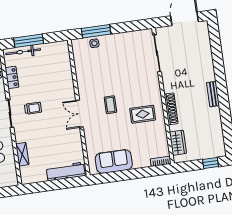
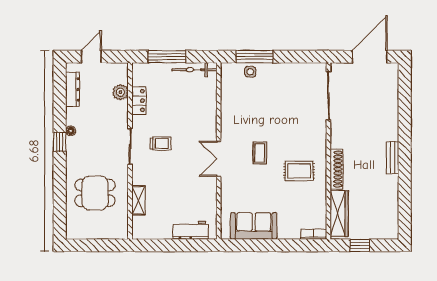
bicycle: (23, 52) -> (194, 70), moved
wardrobe: (178, 143) -> (339, 214), width x1.50
window: (210, 163) -> (360, 245), moved
workbench: (66, 172) -> (191, 230), width x0.73

